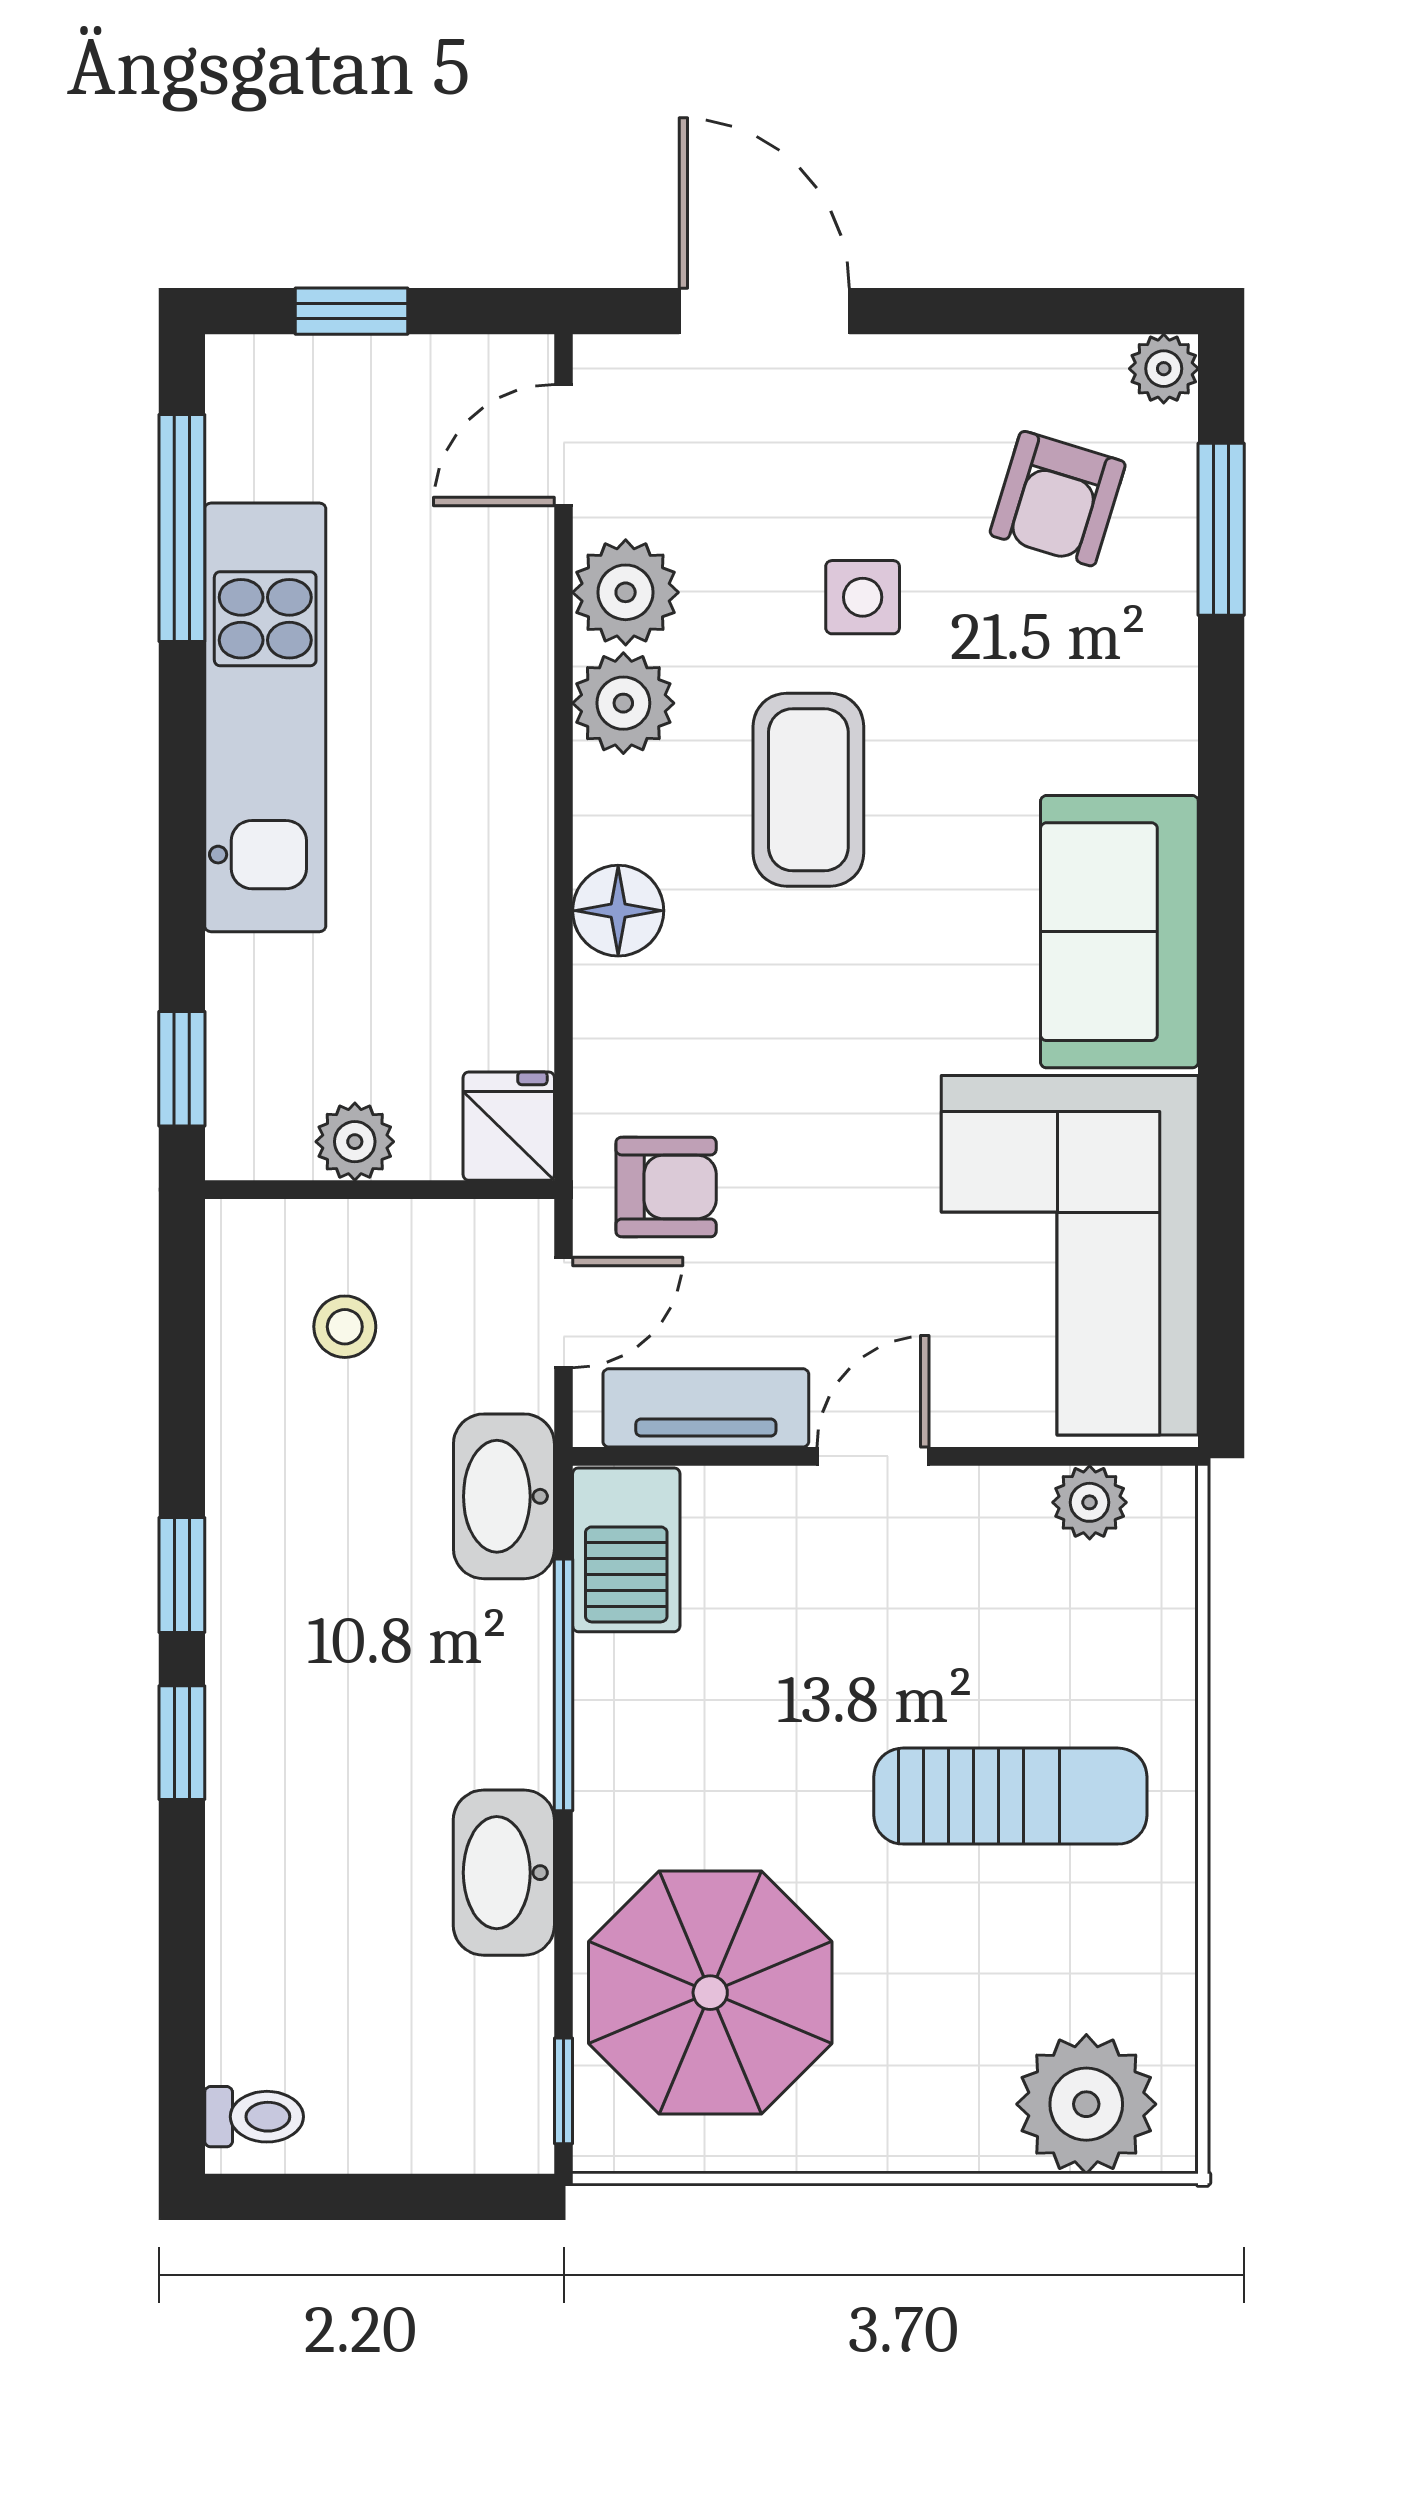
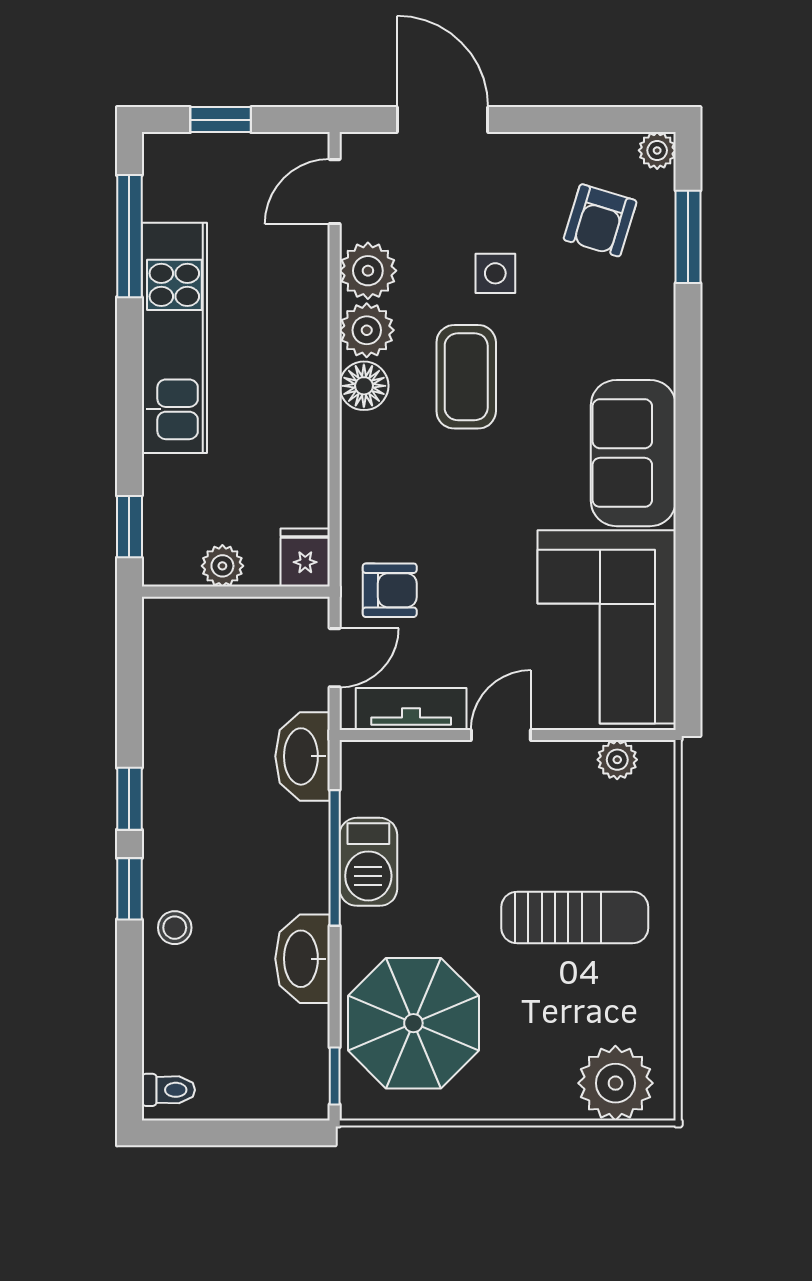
floor lamp: (618, 911) -> (364, 386), moved
stool: (345, 1327) -> (175, 928), moved
barbecue: (626, 1550) -> (368, 862), moved

